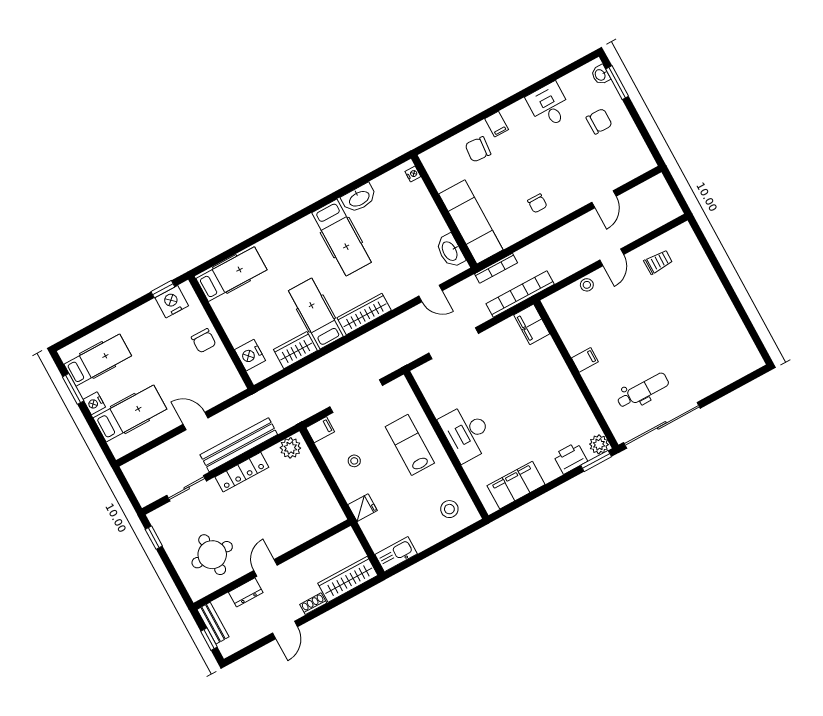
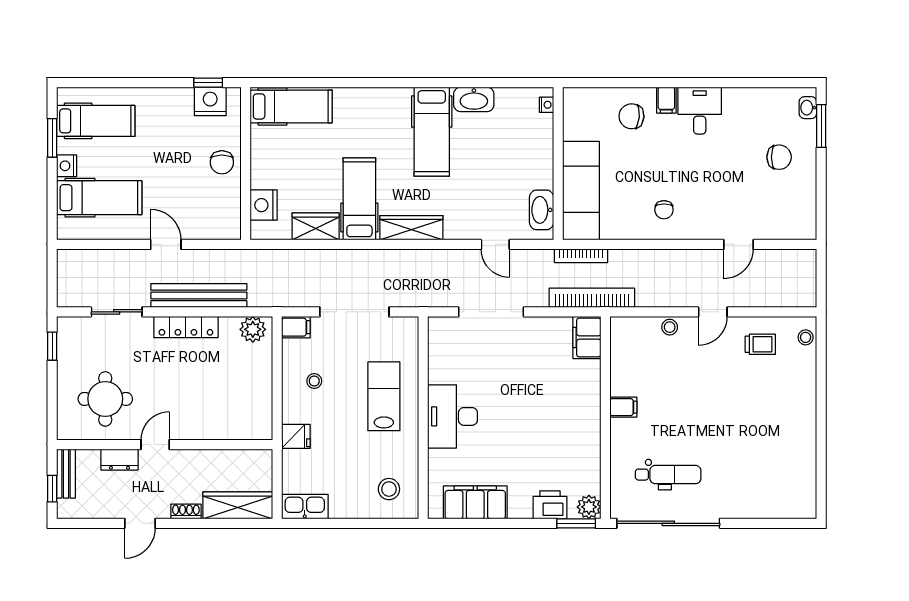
desk: (549, 105) -> (700, 111), moved
stool: (688, 240) -> (806, 337), added

